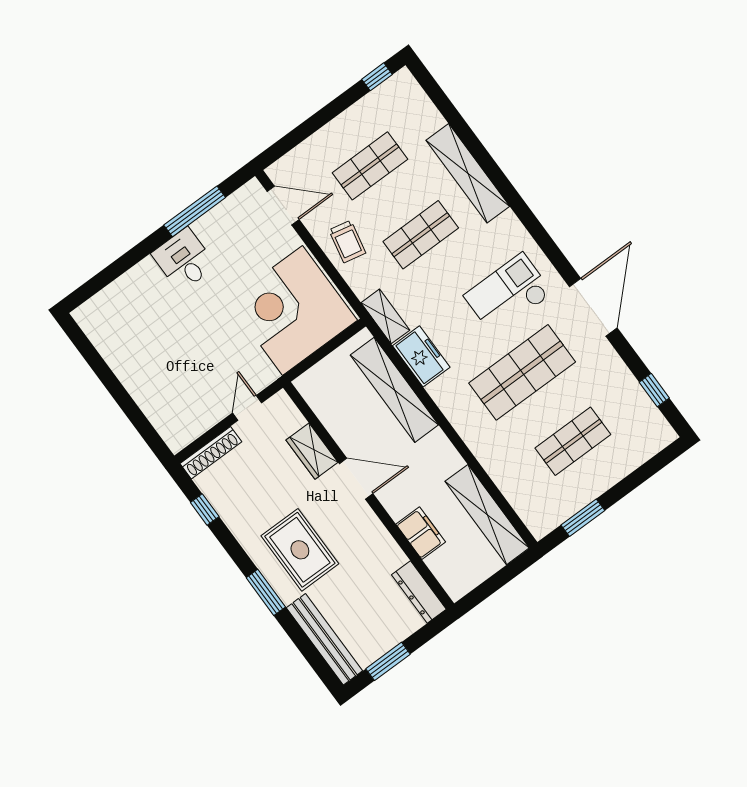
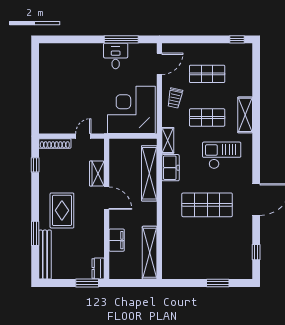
shelving: (468, 173) -> (245, 115), width x0.68
door: (283, 206) -> (159, 64), hinge flipped
desk: (184, 260) -> (116, 56), moved
checkout: (508, 294) -> (222, 155), moved
shop shelf: (573, 441) -> (207, 249), removed
window: (583, 518) -> (218, 283), moved
window: (266, 592) -> (35, 233), moved
dresser: (419, 592) -> (98, 268), width x0.70
window: (388, 661) -> (87, 283), moved

